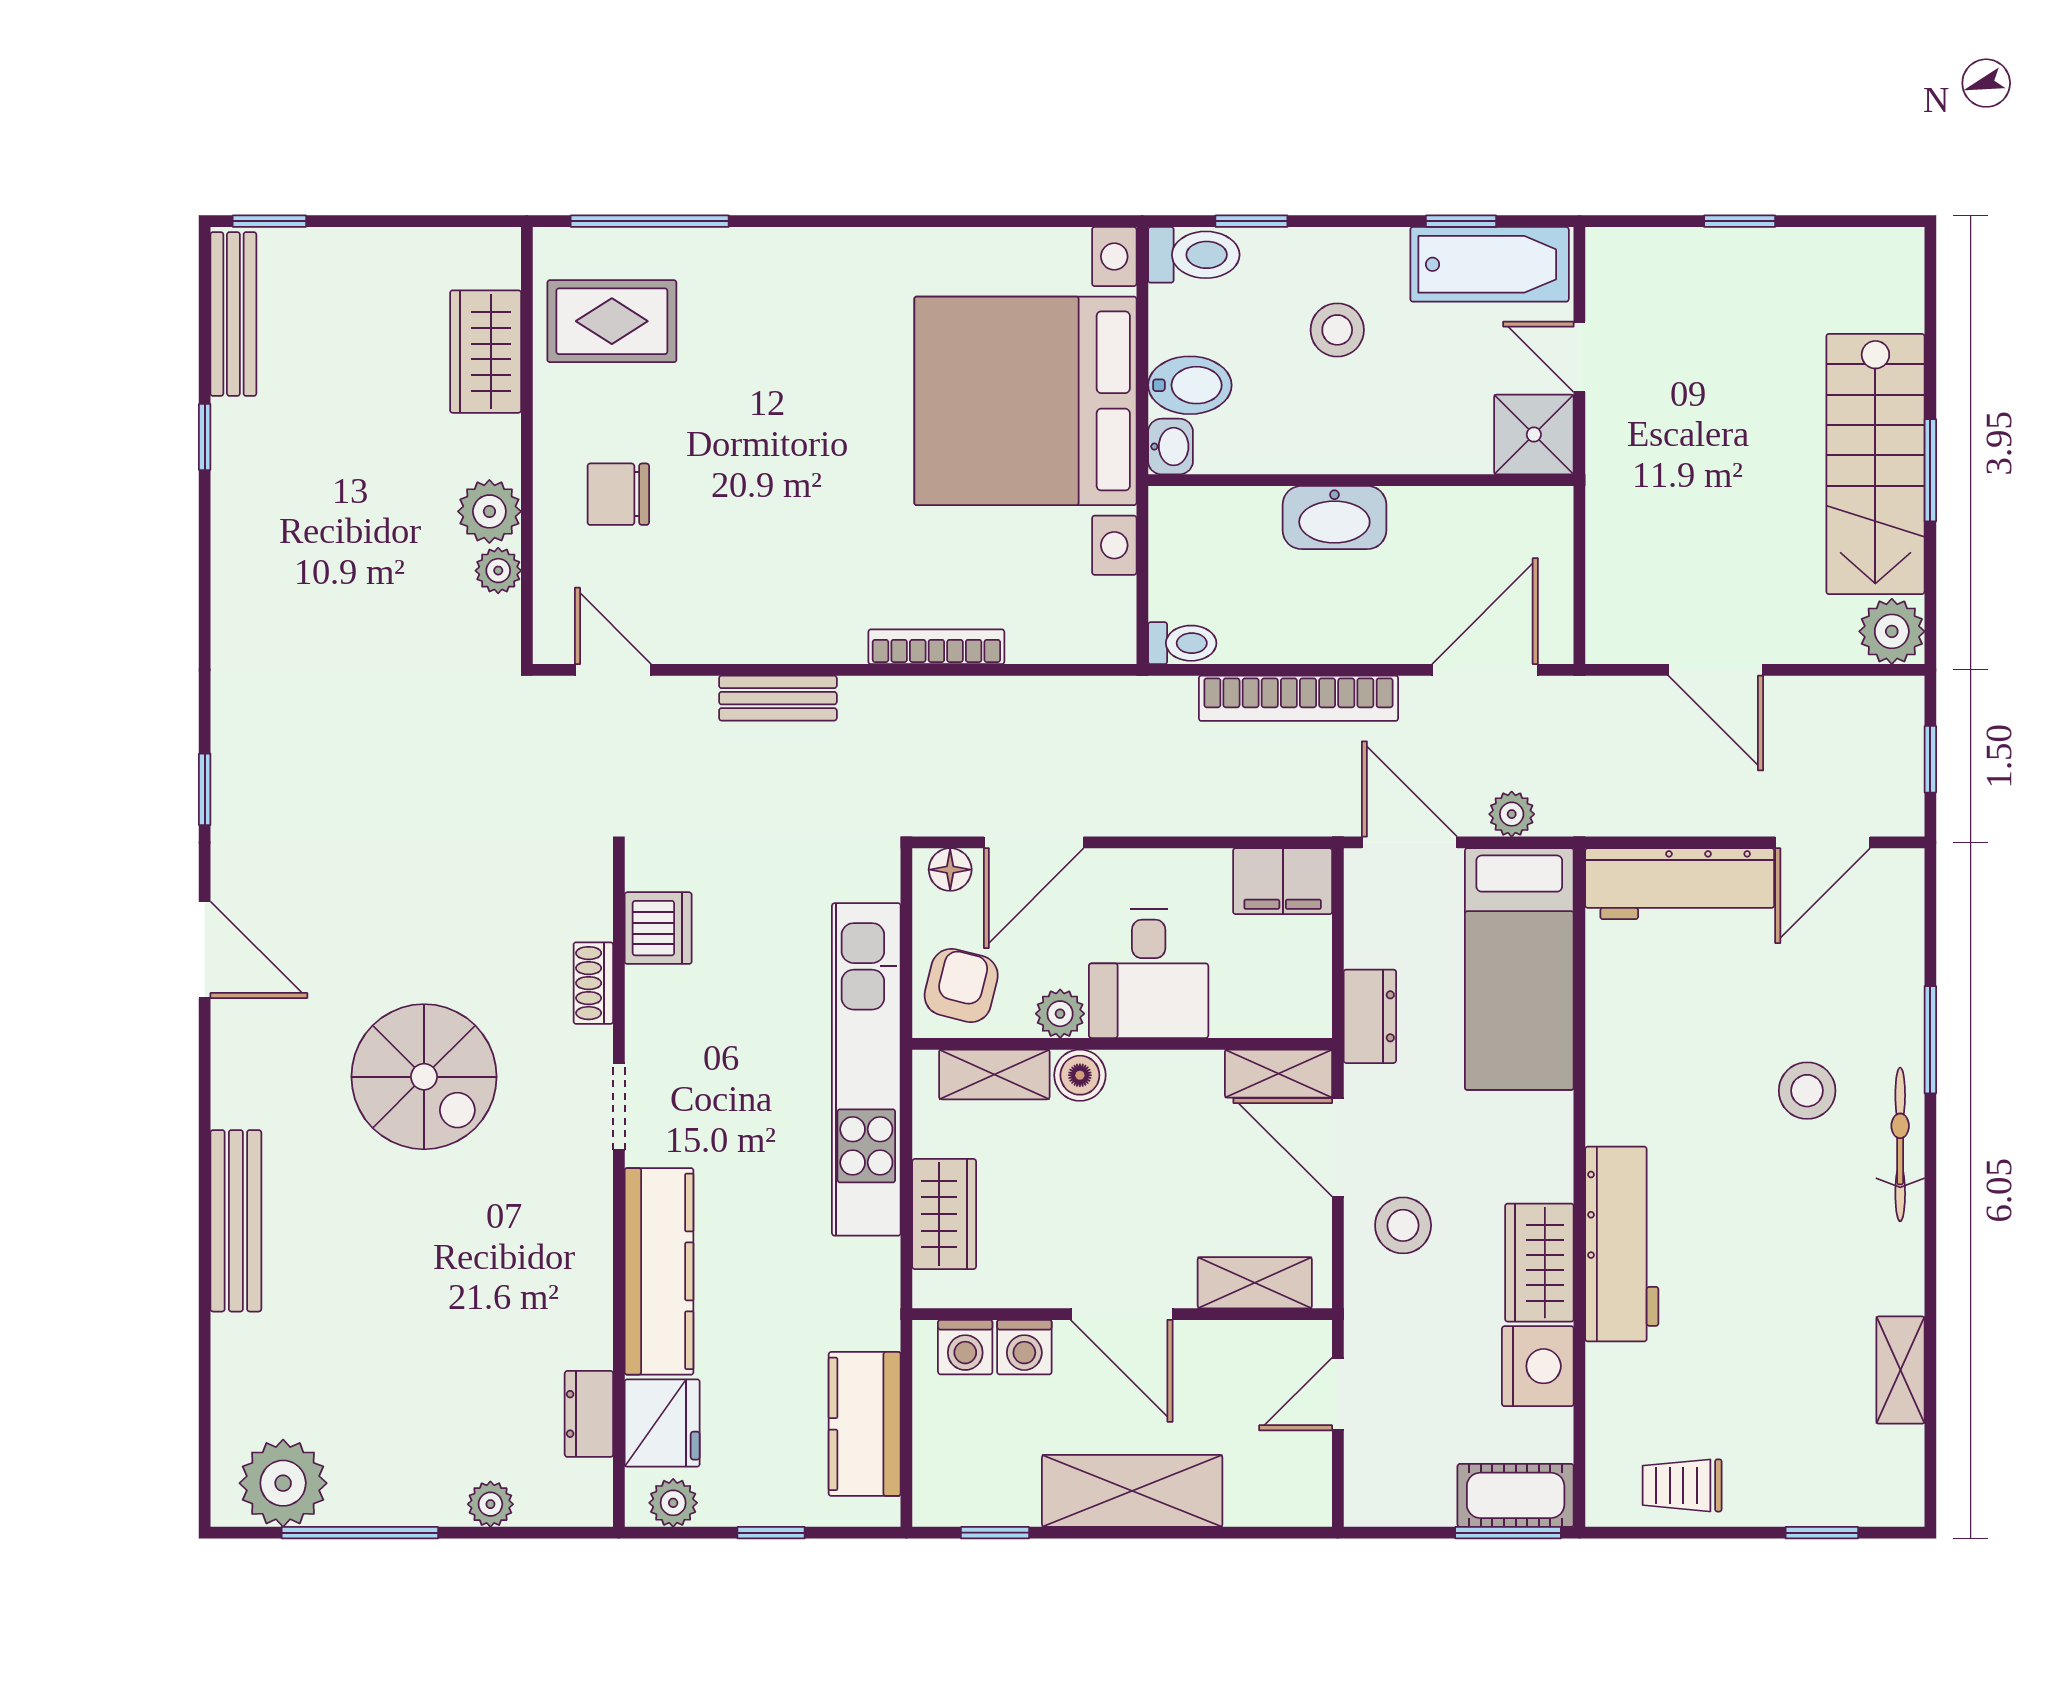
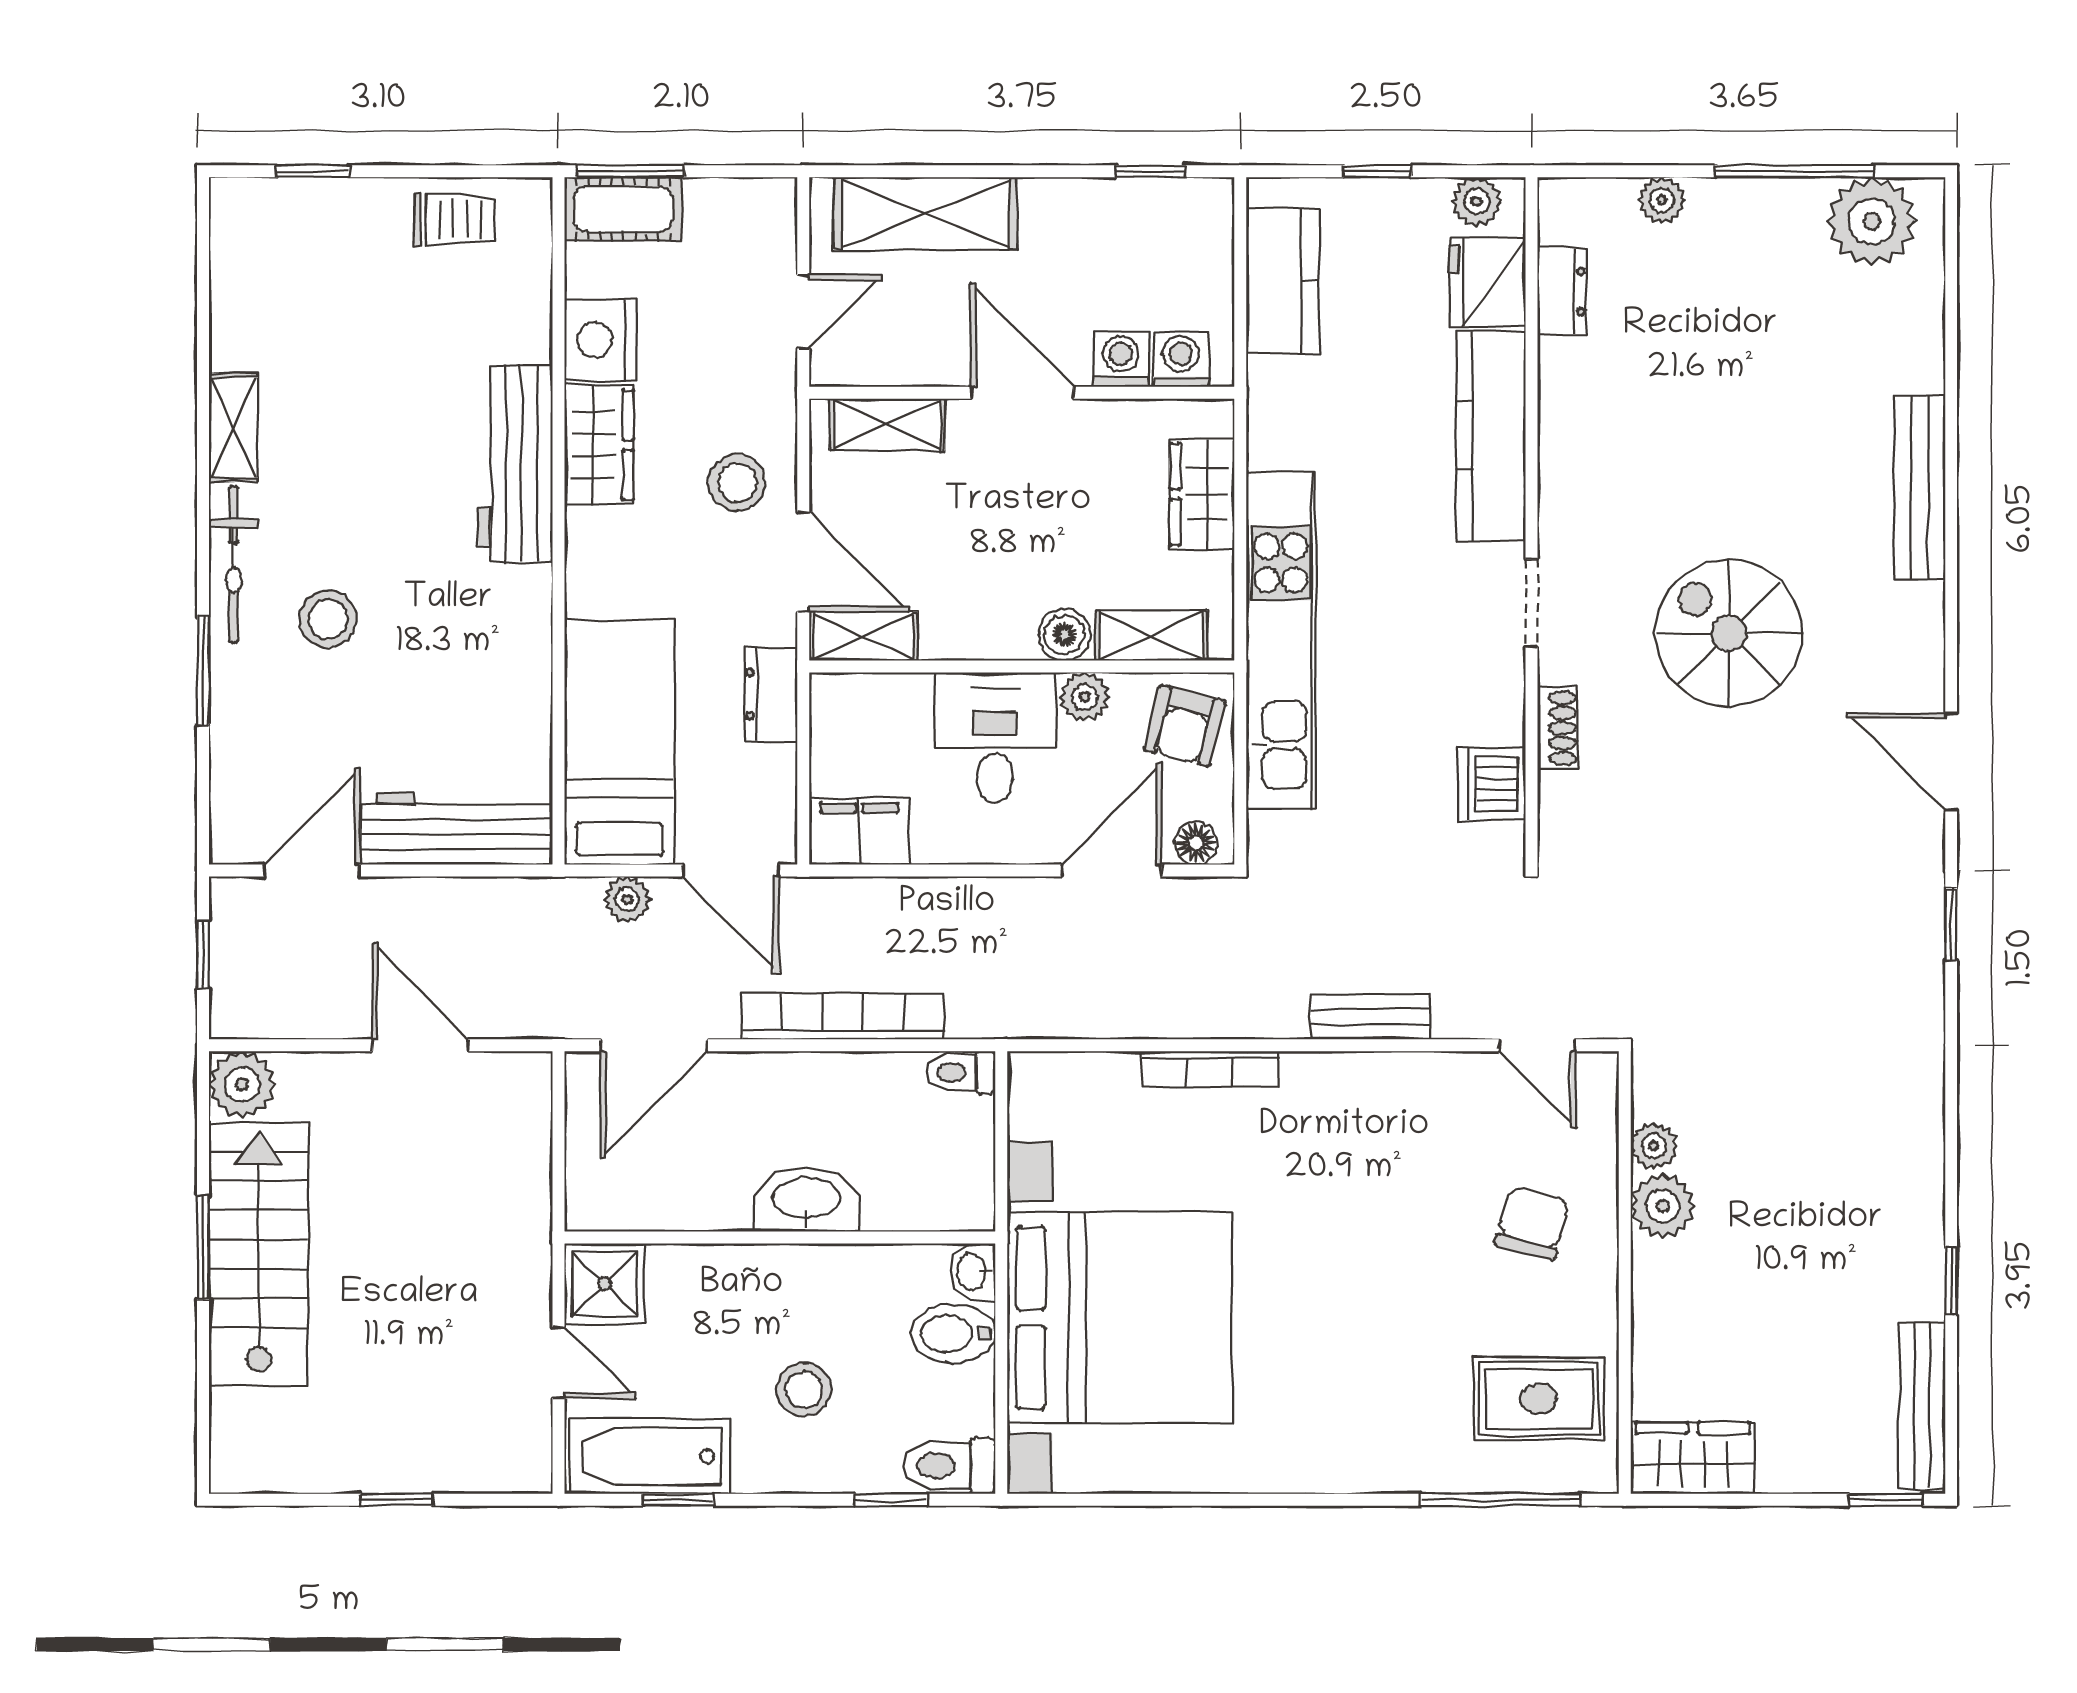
wardrobe: (486, 352) -> (1693, 1458), moved, turned -90
chair: (618, 494) -> (1532, 1223), turned -75
shelving: (1900, 1370) -> (233, 428), moved
shelving: (1132, 1491) -> (926, 214), moved

